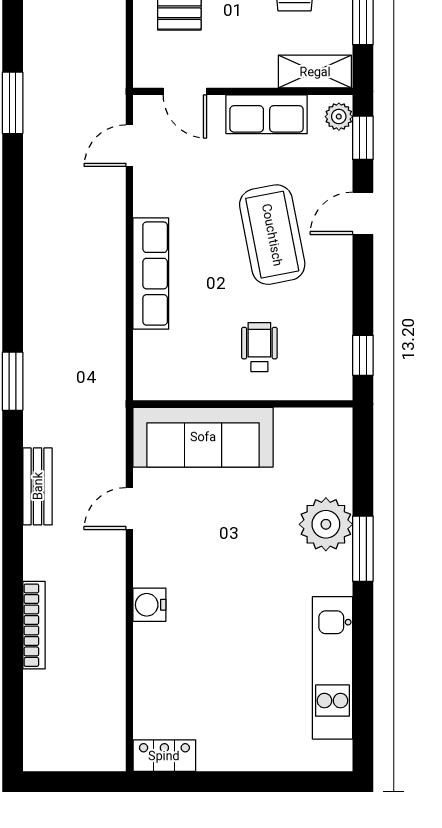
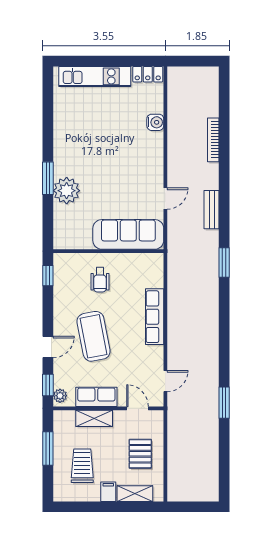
shelving: (315, 72) -> (94, 418), moved
water cooler: (149, 605) -> (155, 122), moved
kitchen unit: (332, 668) -> (95, 76), moved, turned 90

